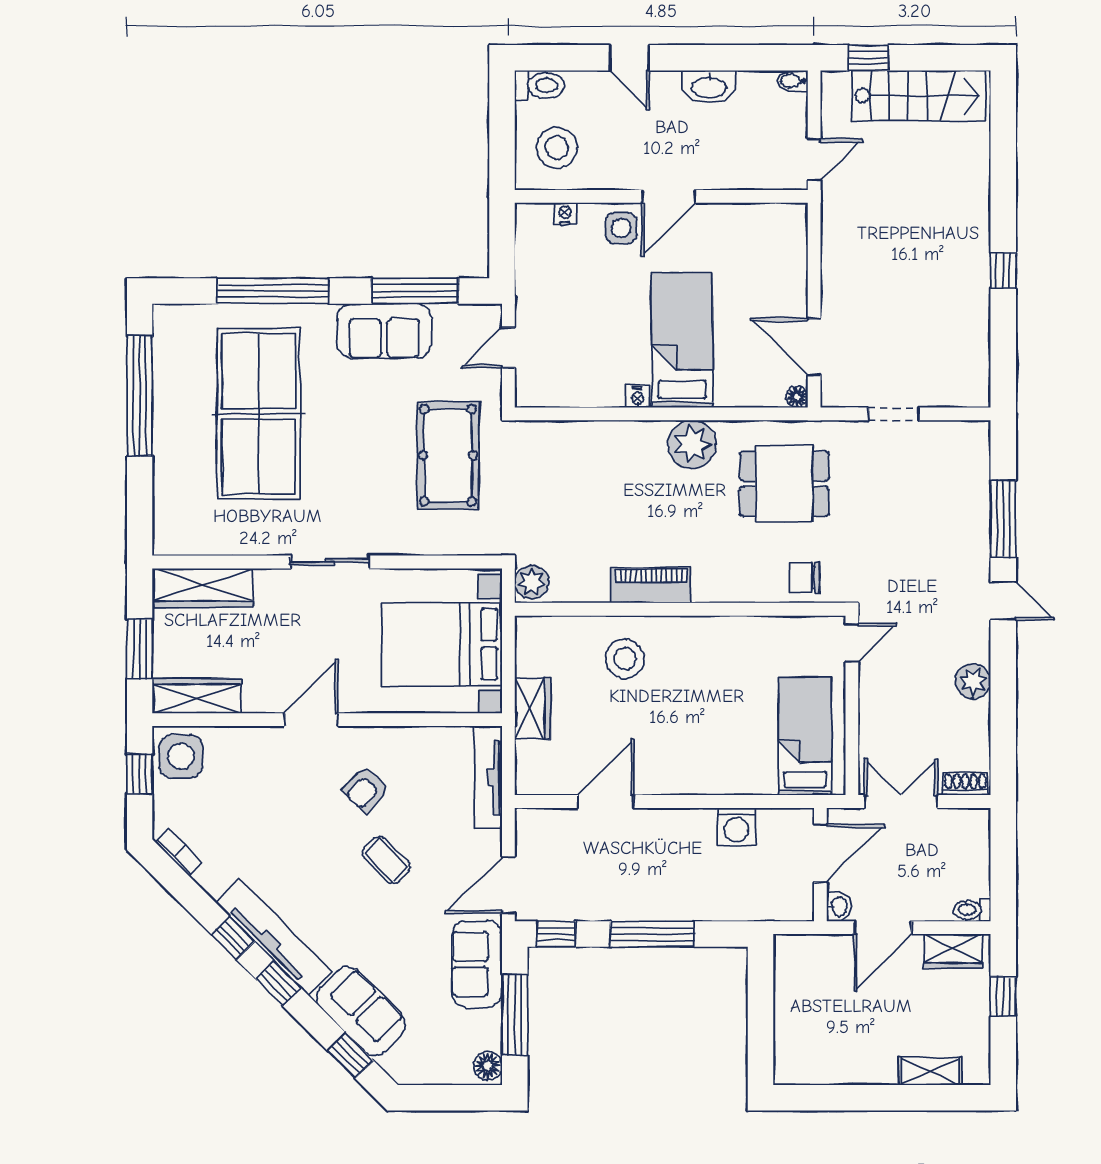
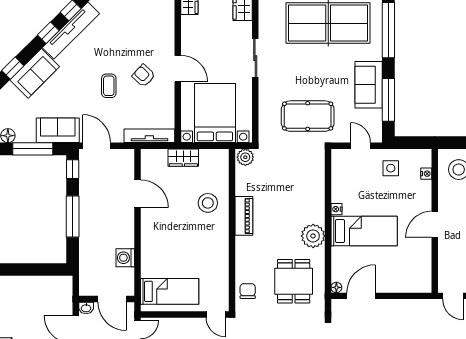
door: (668, 196) -> (435, 224), hinge flipped
side table: (621, 228) -> (391, 168), moved
door: (311, 720) -> (178, 69), moved
coffee table: (386, 860) -> (109, 86), turned -45

